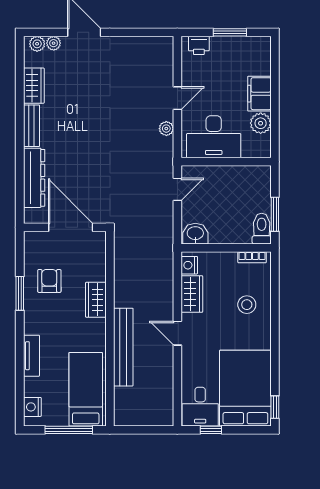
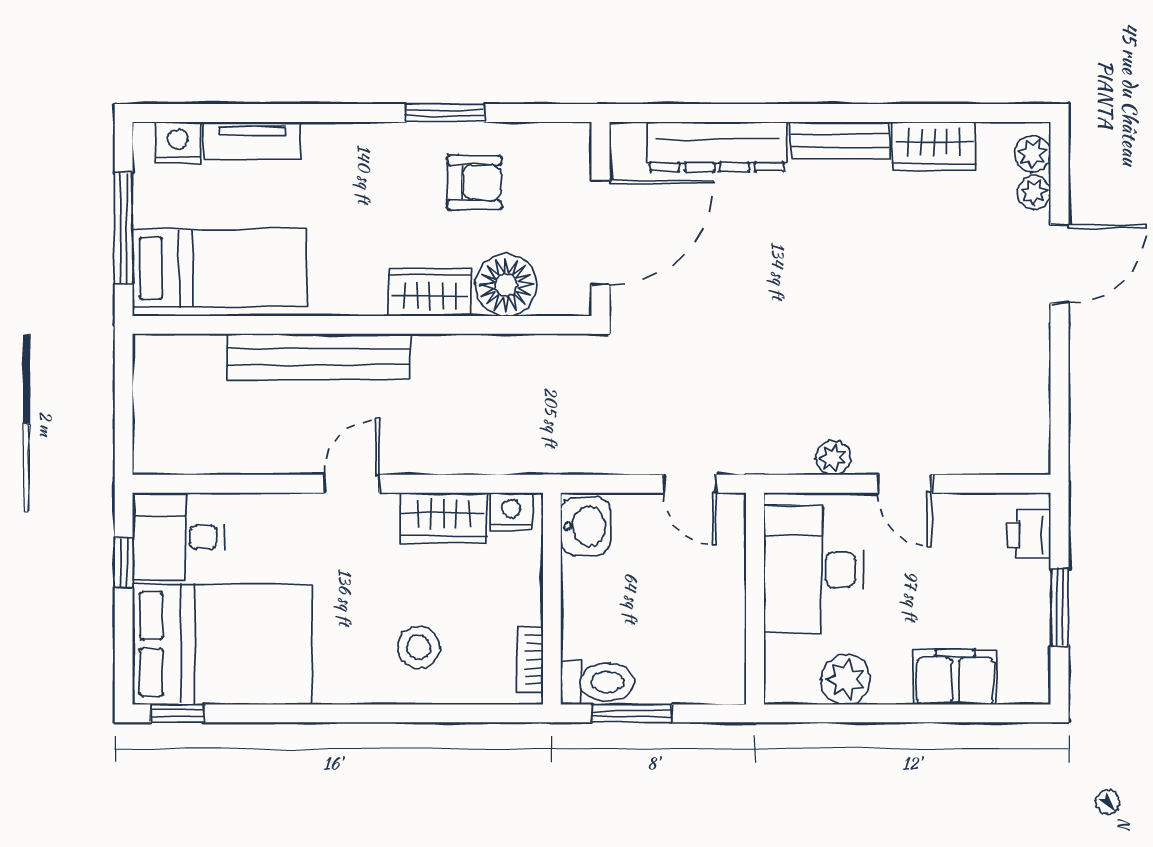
filing cabinet: (259, 94) -> (955, 677), moved
floor lamp: (93, 268) -> (506, 285), added
tv unit: (31, 356) -> (252, 140), moved

